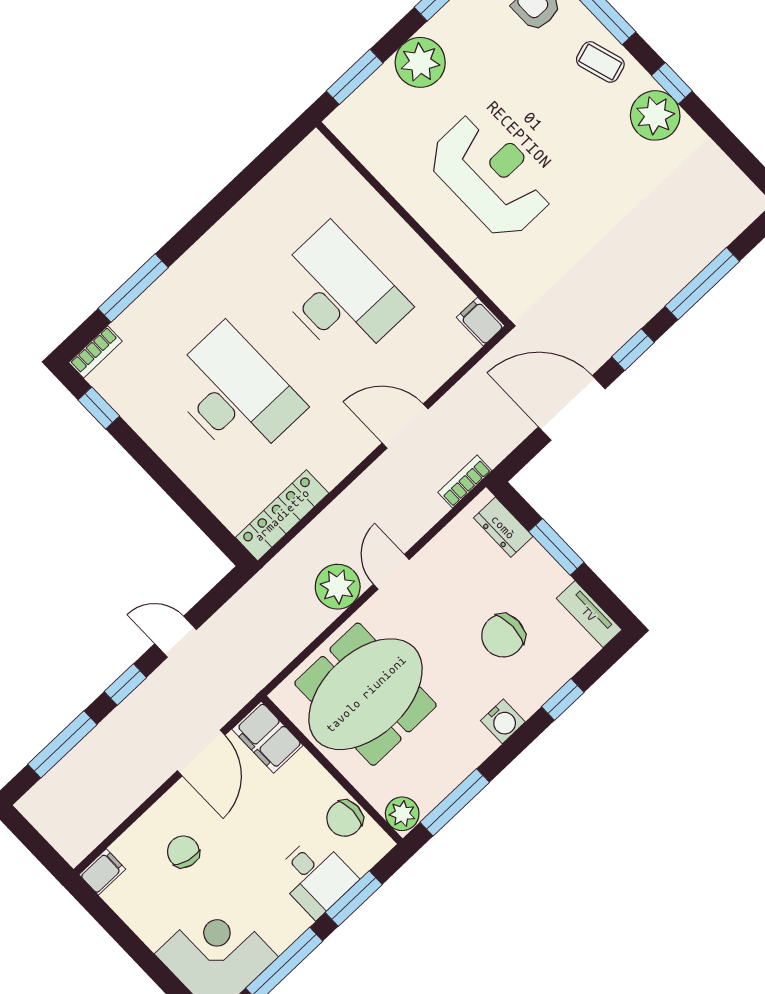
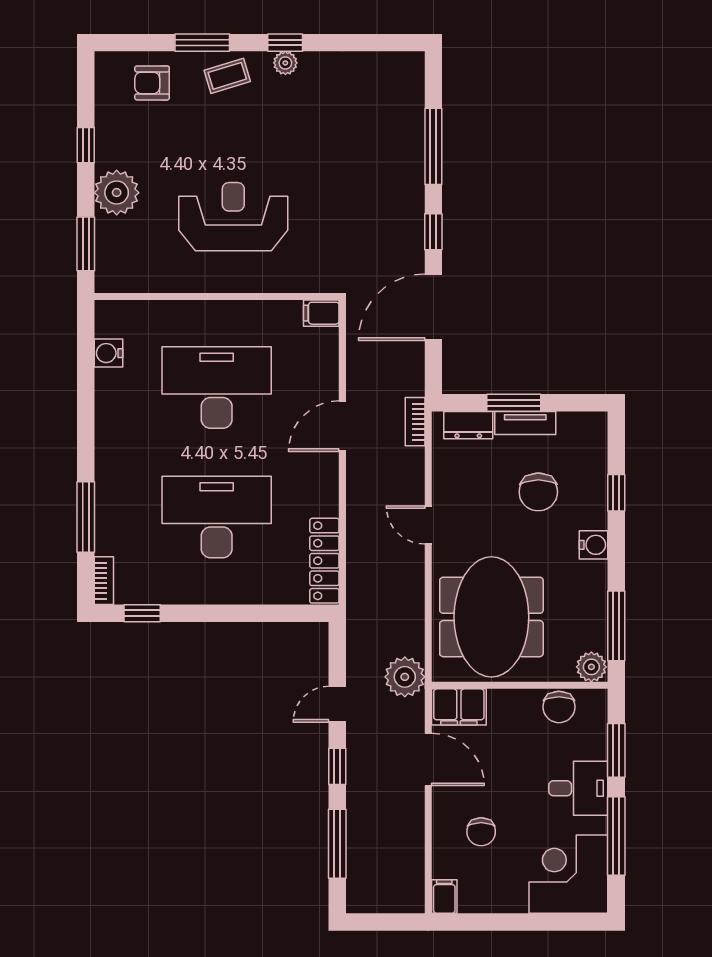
plant: (655, 115) -> (285, 63), width x0.53, depth x0.53
water cooler: (284, 180) -> (108, 353), added
plant: (338, 587) -> (405, 677), moved
tv unit: (589, 614) -> (525, 423), moved
chair: (183, 852) -> (481, 832), turned -104
desk: (315, 876) -> (578, 788), moved

